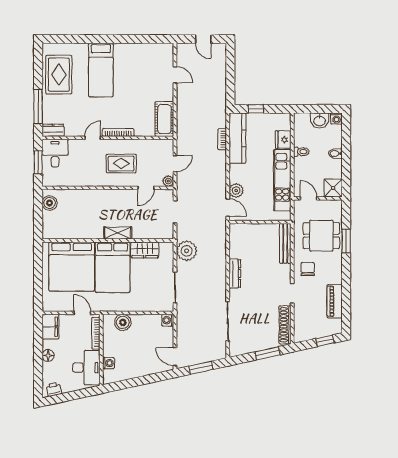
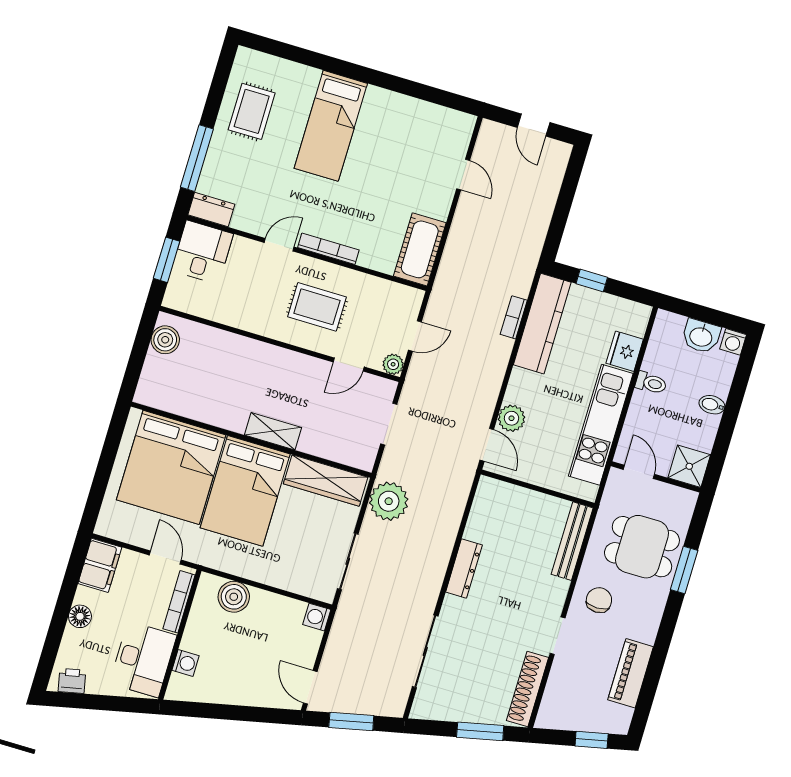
rug: (59, 75) -> (252, 111), width x0.73, depth x0.70
wardrobe: (145, 250) -> (326, 480), width x1.50

